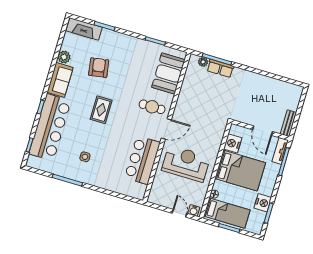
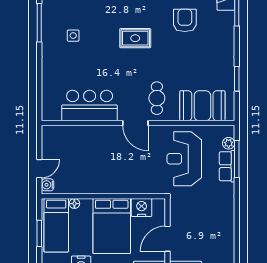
armchair: (99, 68) -> (185, 20), turned -81
reception desk: (186, 163) -> (184, 159), moved, turned 180

